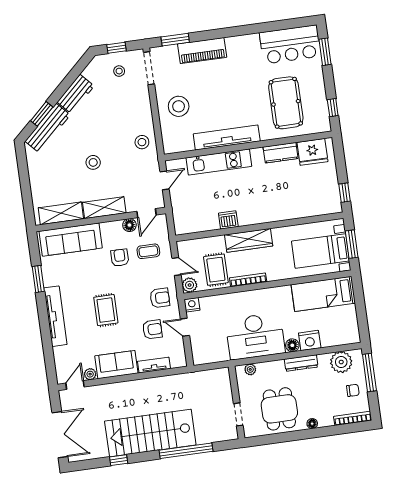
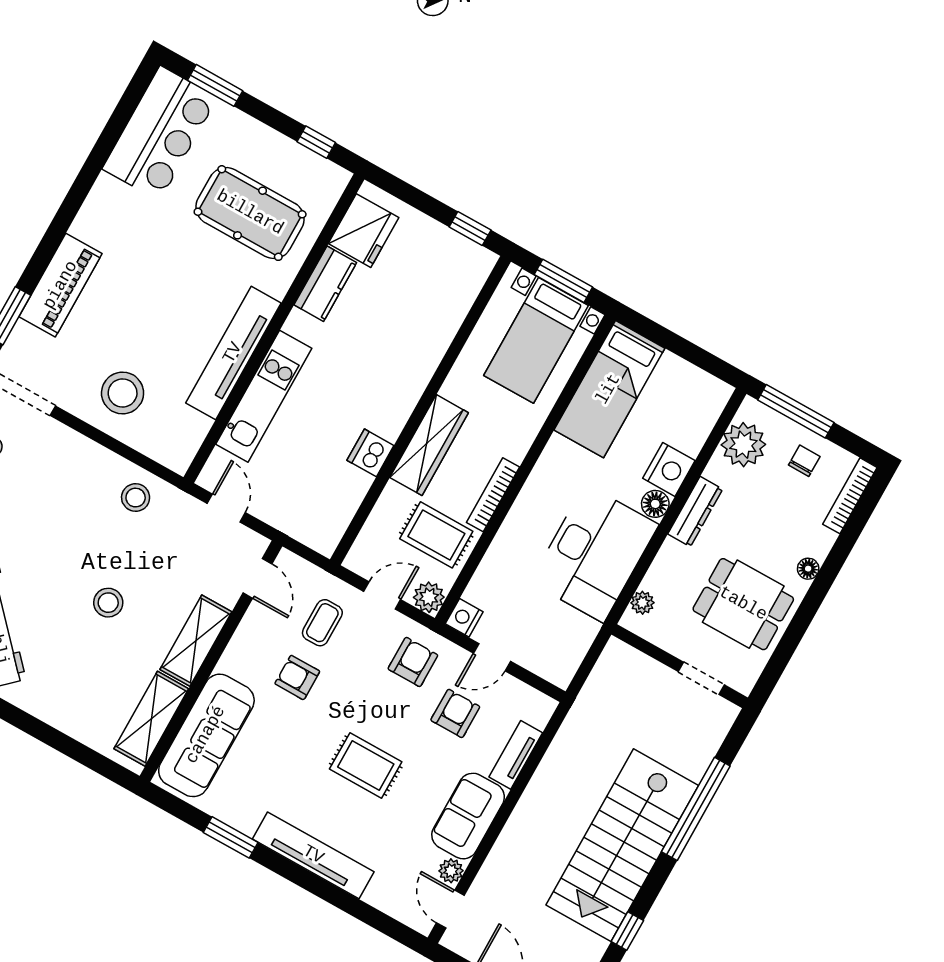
floor lamp: (129, 225) -> (256, 621), removed

